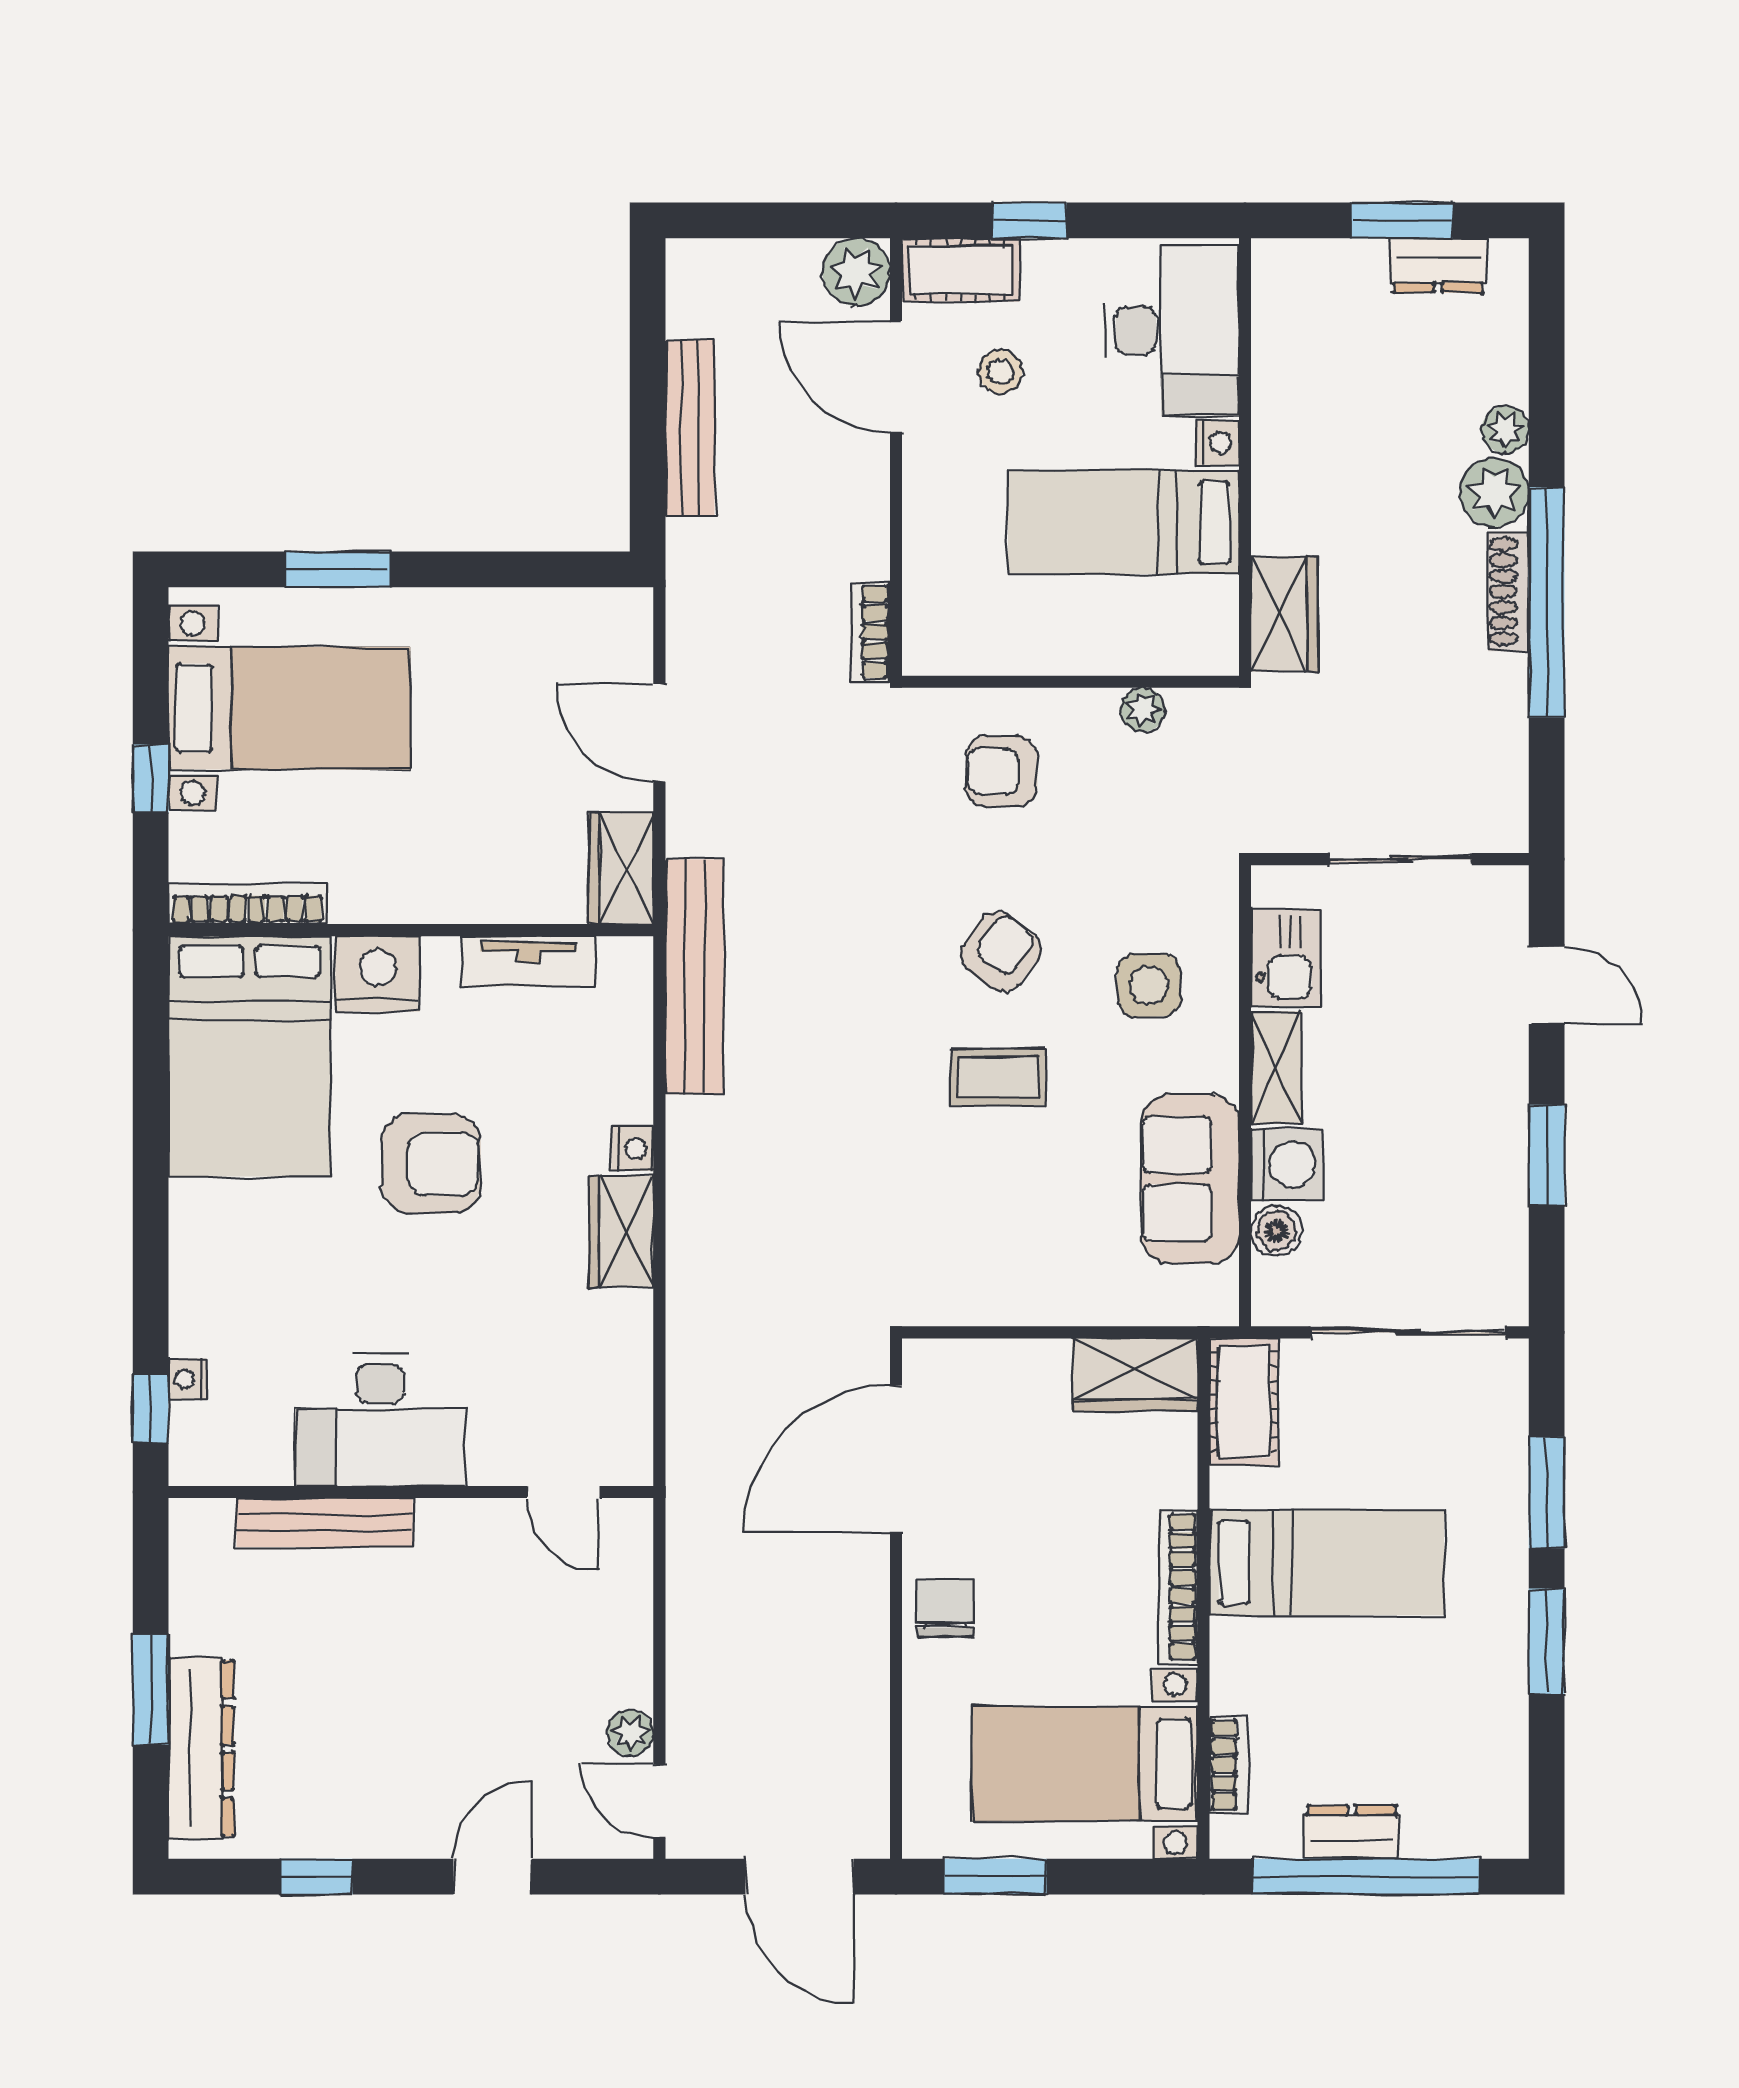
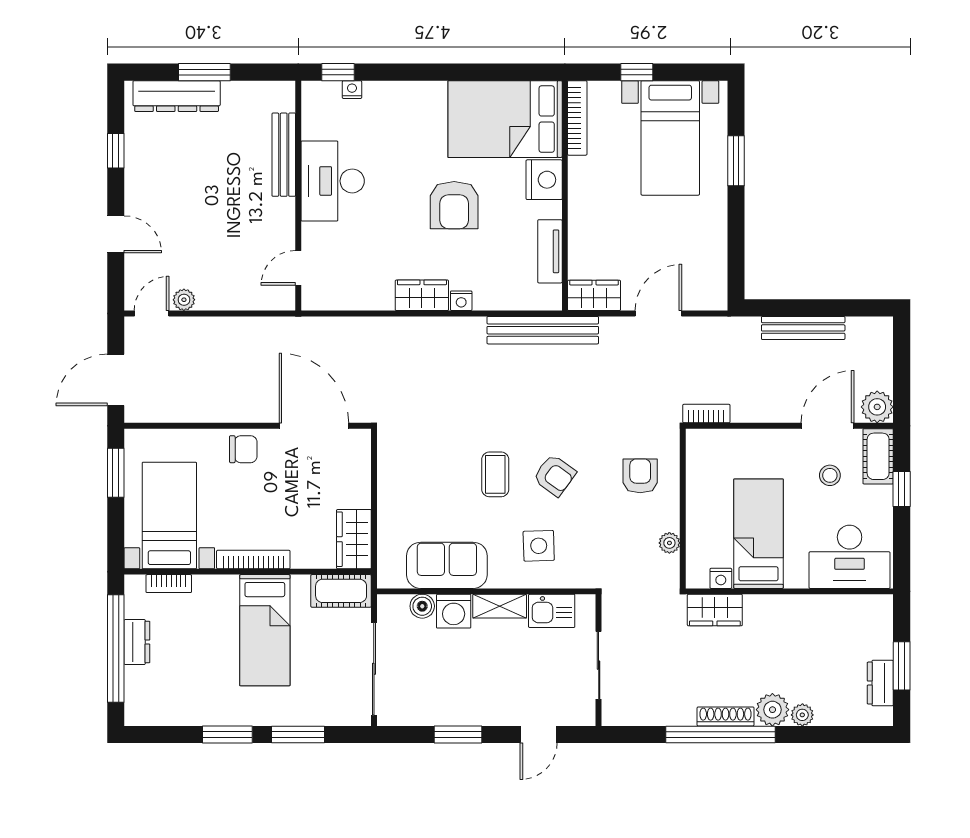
nightstand: (1218, 443) -> (721, 578), moved

